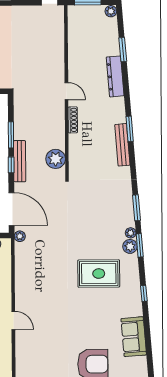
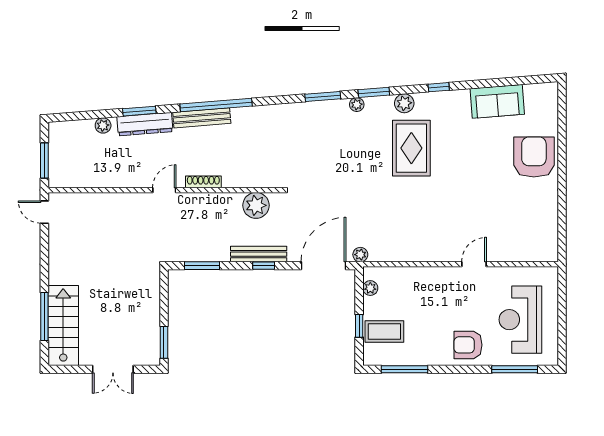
plant: (111, 11) -> (103, 125), moved
window: (123, 50) -> (139, 111), moved
window: (130, 129) -> (216, 105), width x2.11
window: (11, 135) -> (202, 266), moved
bench: (122, 145) -> (202, 118), moved
plant: (130, 246) -> (404, 103), moved

